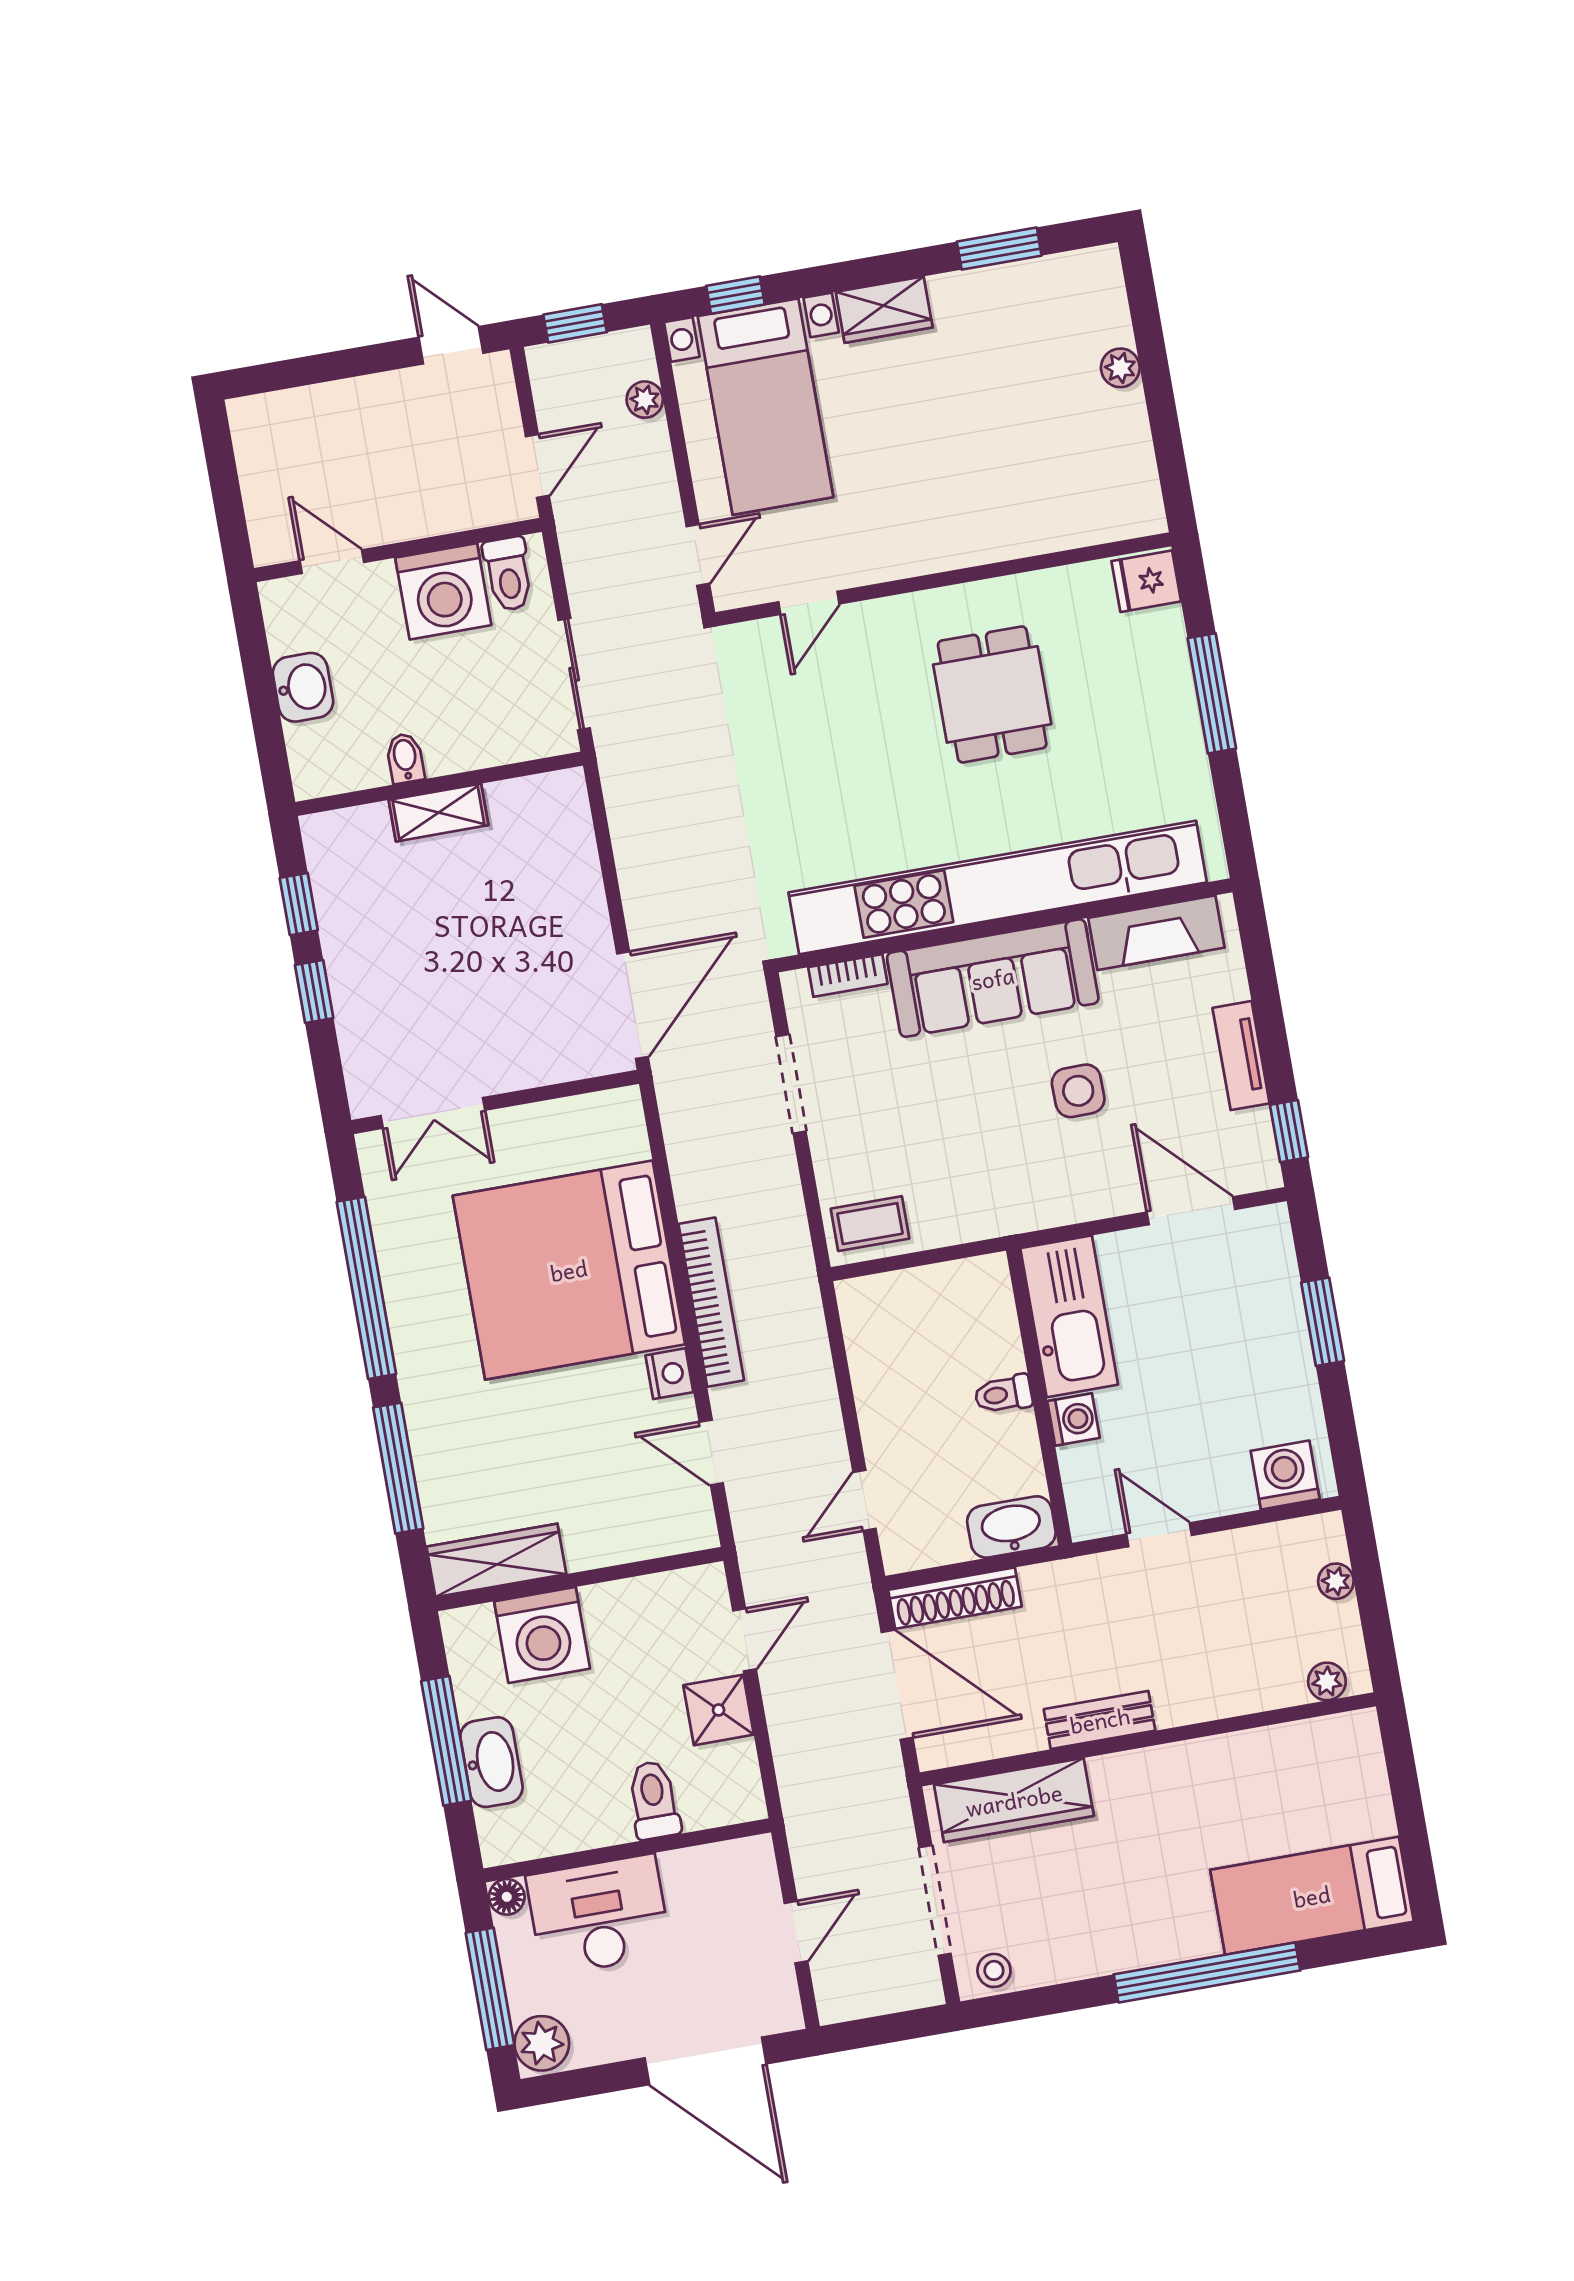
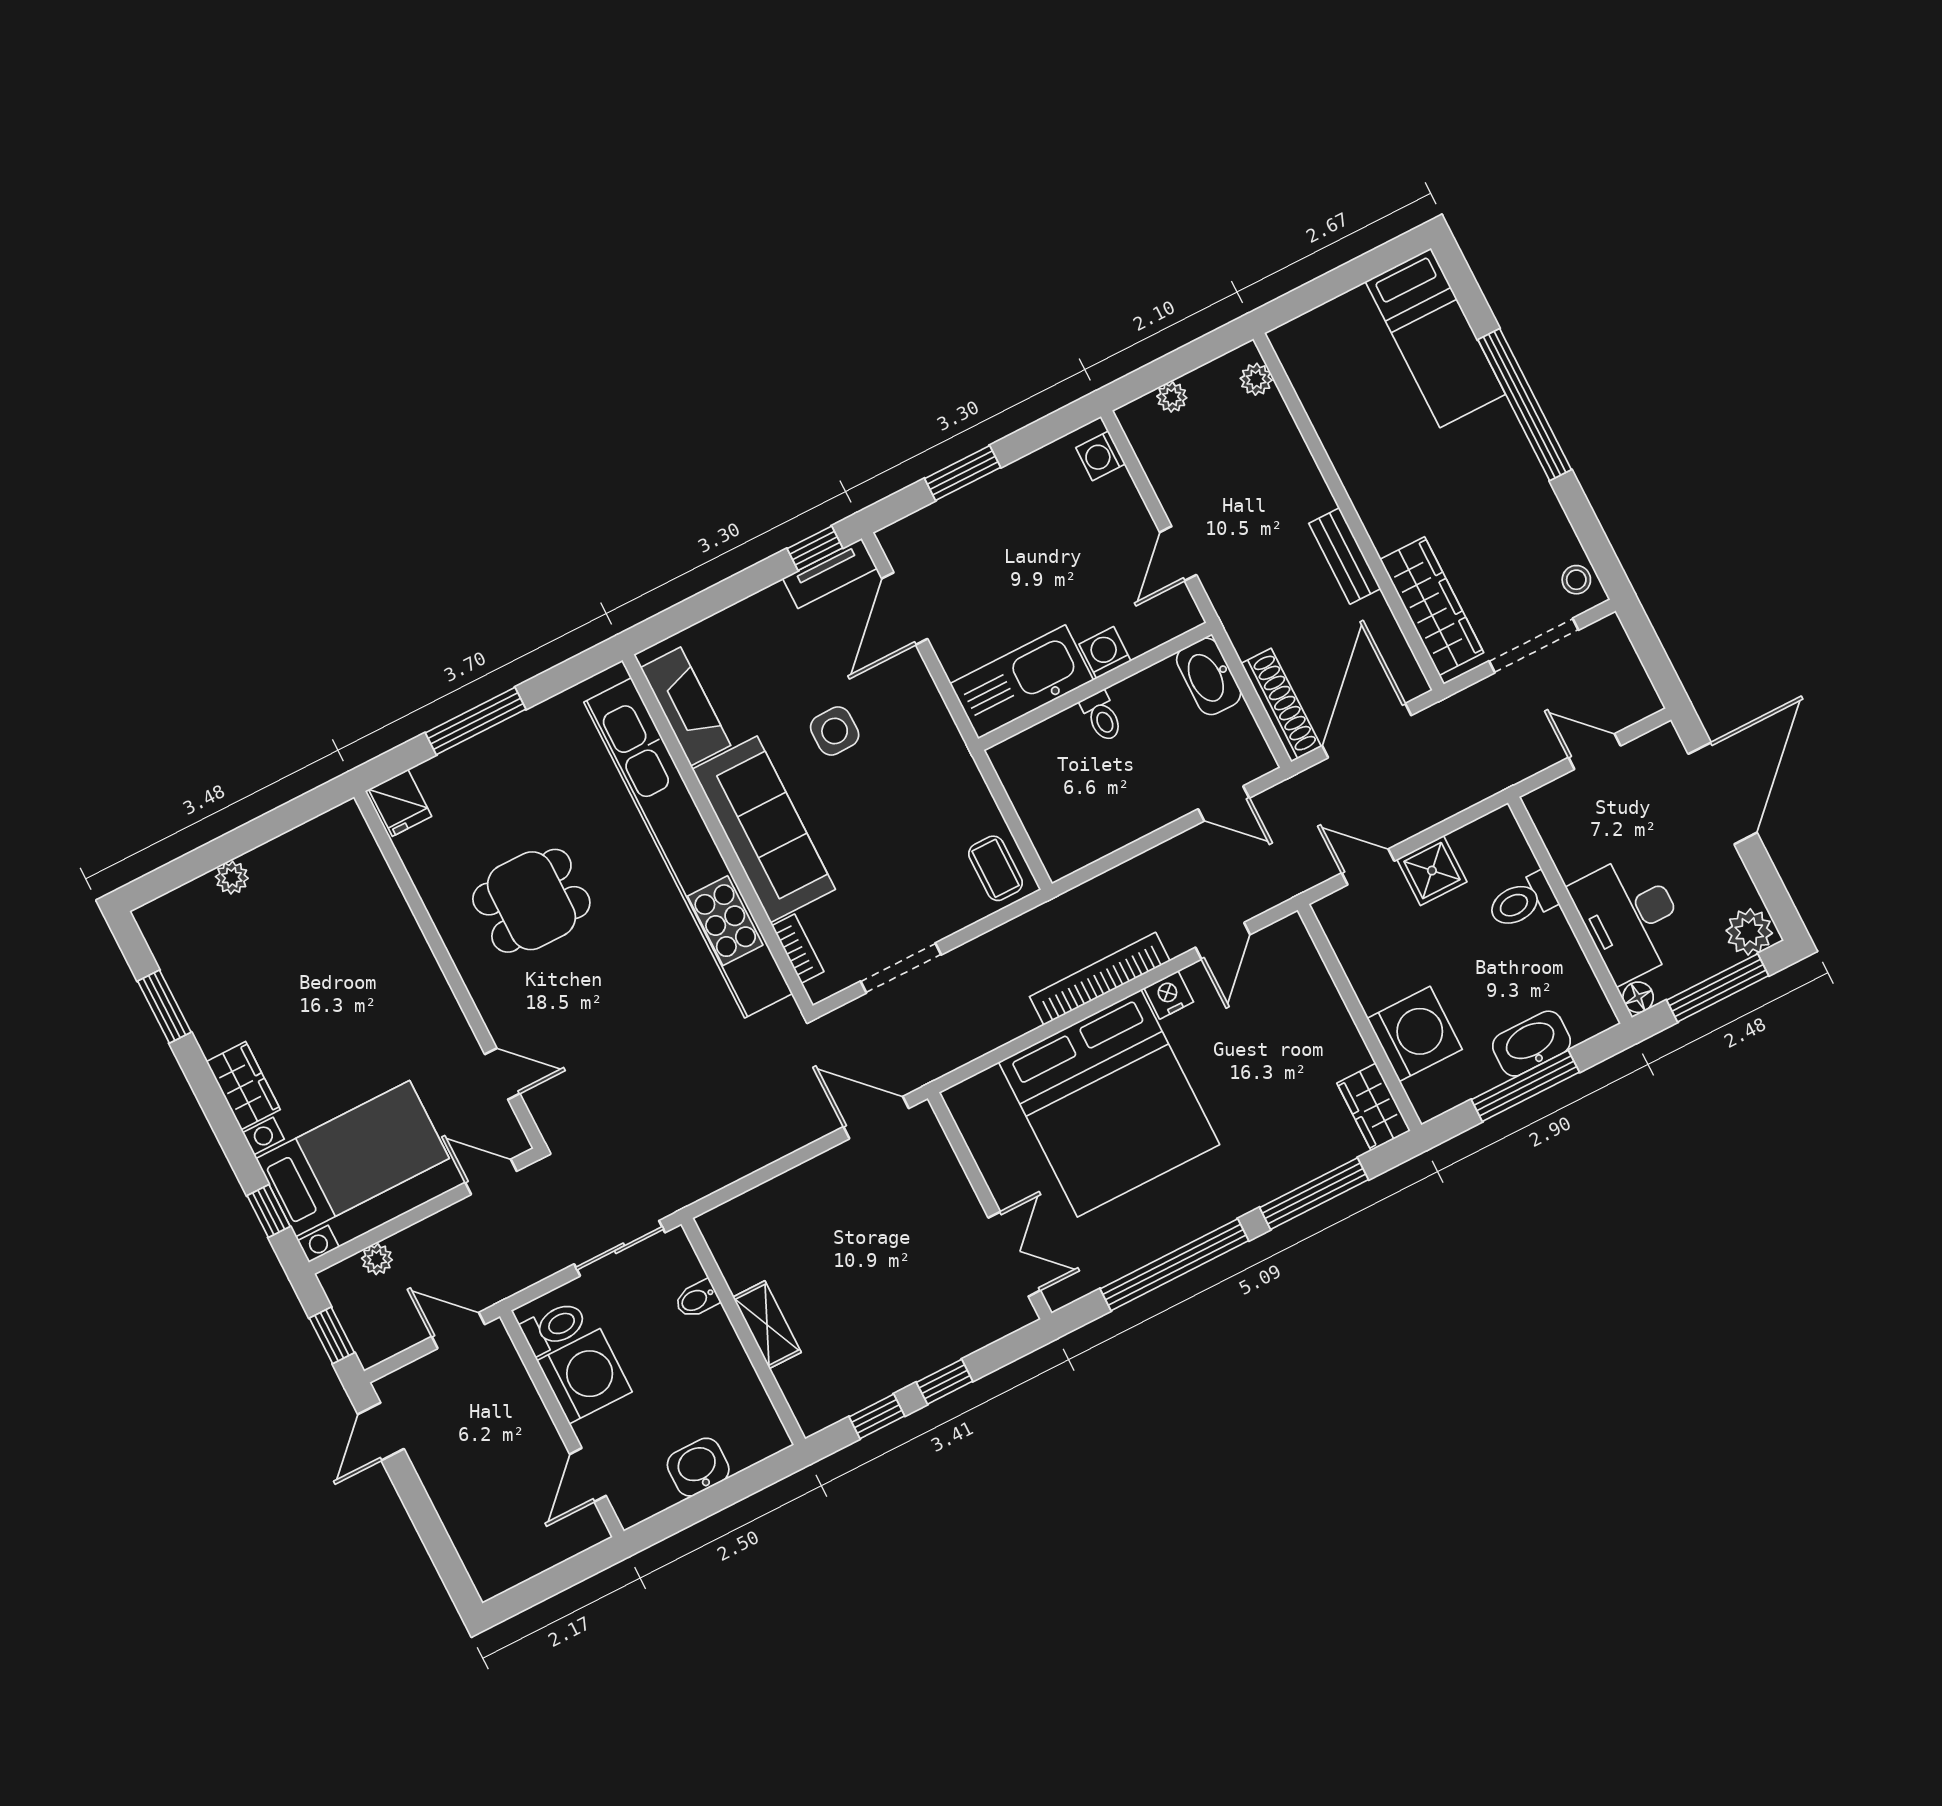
bidet: (405, 758) -> (697, 1299), moved
door: (632, 1005) -> (876, 1118), width x0.73
tv unit: (1241, 1056) -> (830, 573), moved
washing machine: (1285, 1475) -> (1101, 456), width x0.73, depth x0.73
wardrobe: (496, 1560) -> (1374, 1107), width x0.67

